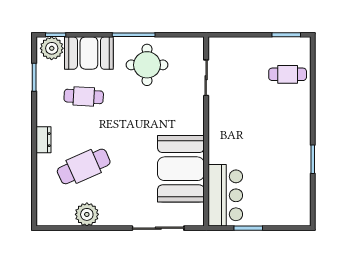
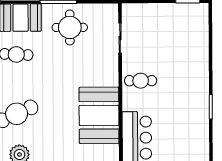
cafe table: (288, 74) -> (141, 81), moved

